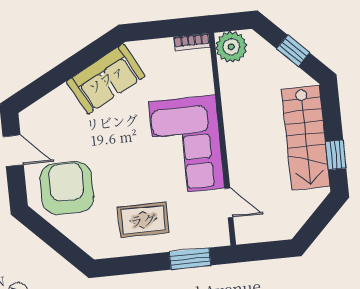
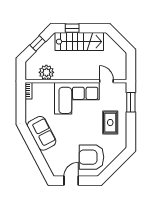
plant: (231, 47) -> (46, 72), moved
window: (336, 155) -> (72, 28), moved
door: (229, 203) -> (106, 81), hinge flipped

